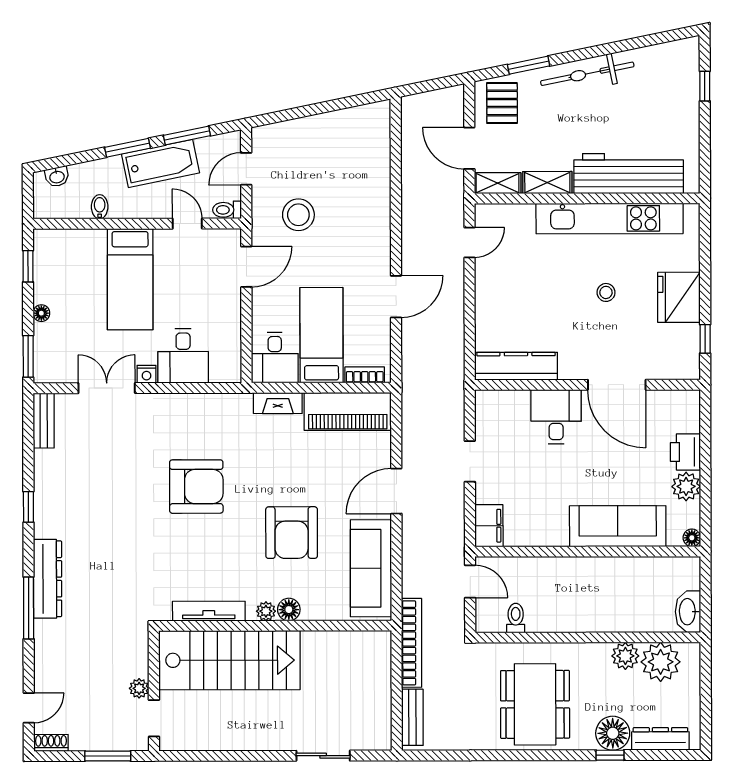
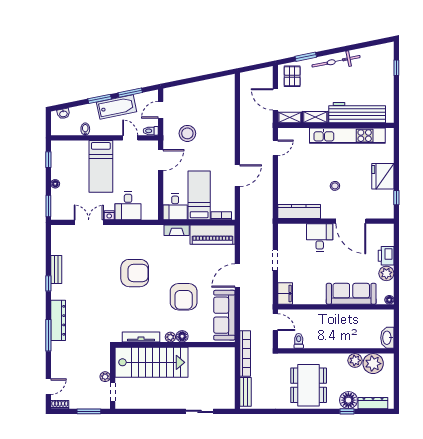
stool: (606, 292) -> (335, 186), moved
bench: (44, 421) -> (56, 269), moved

